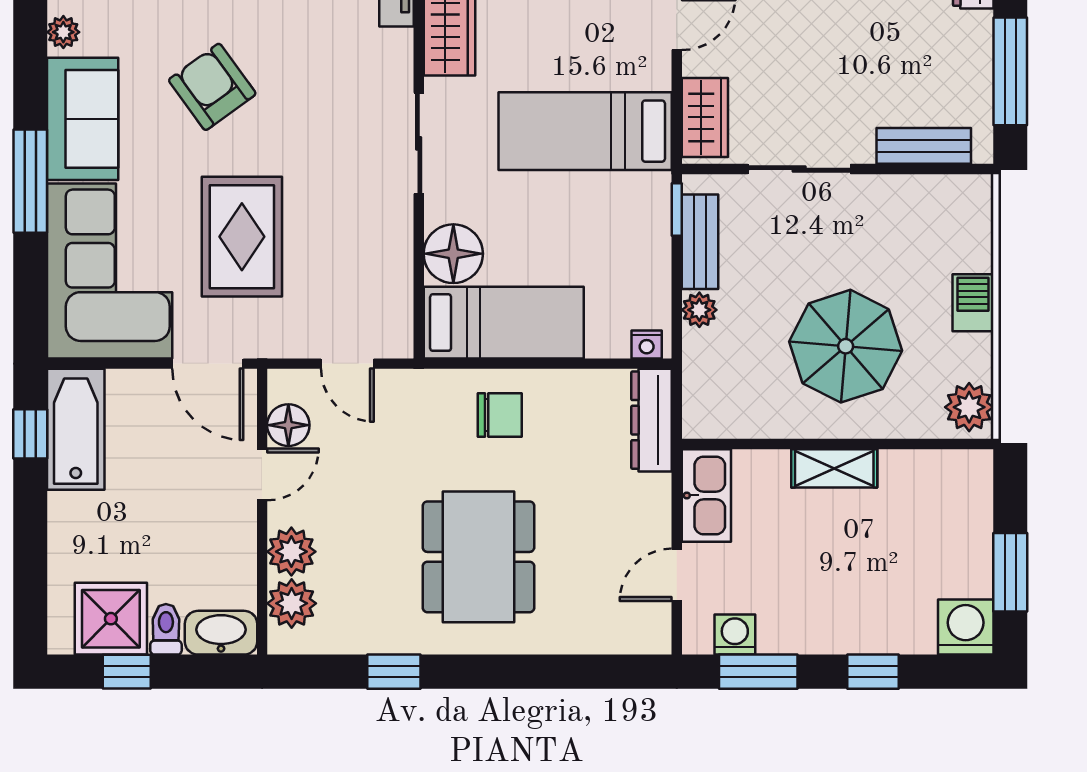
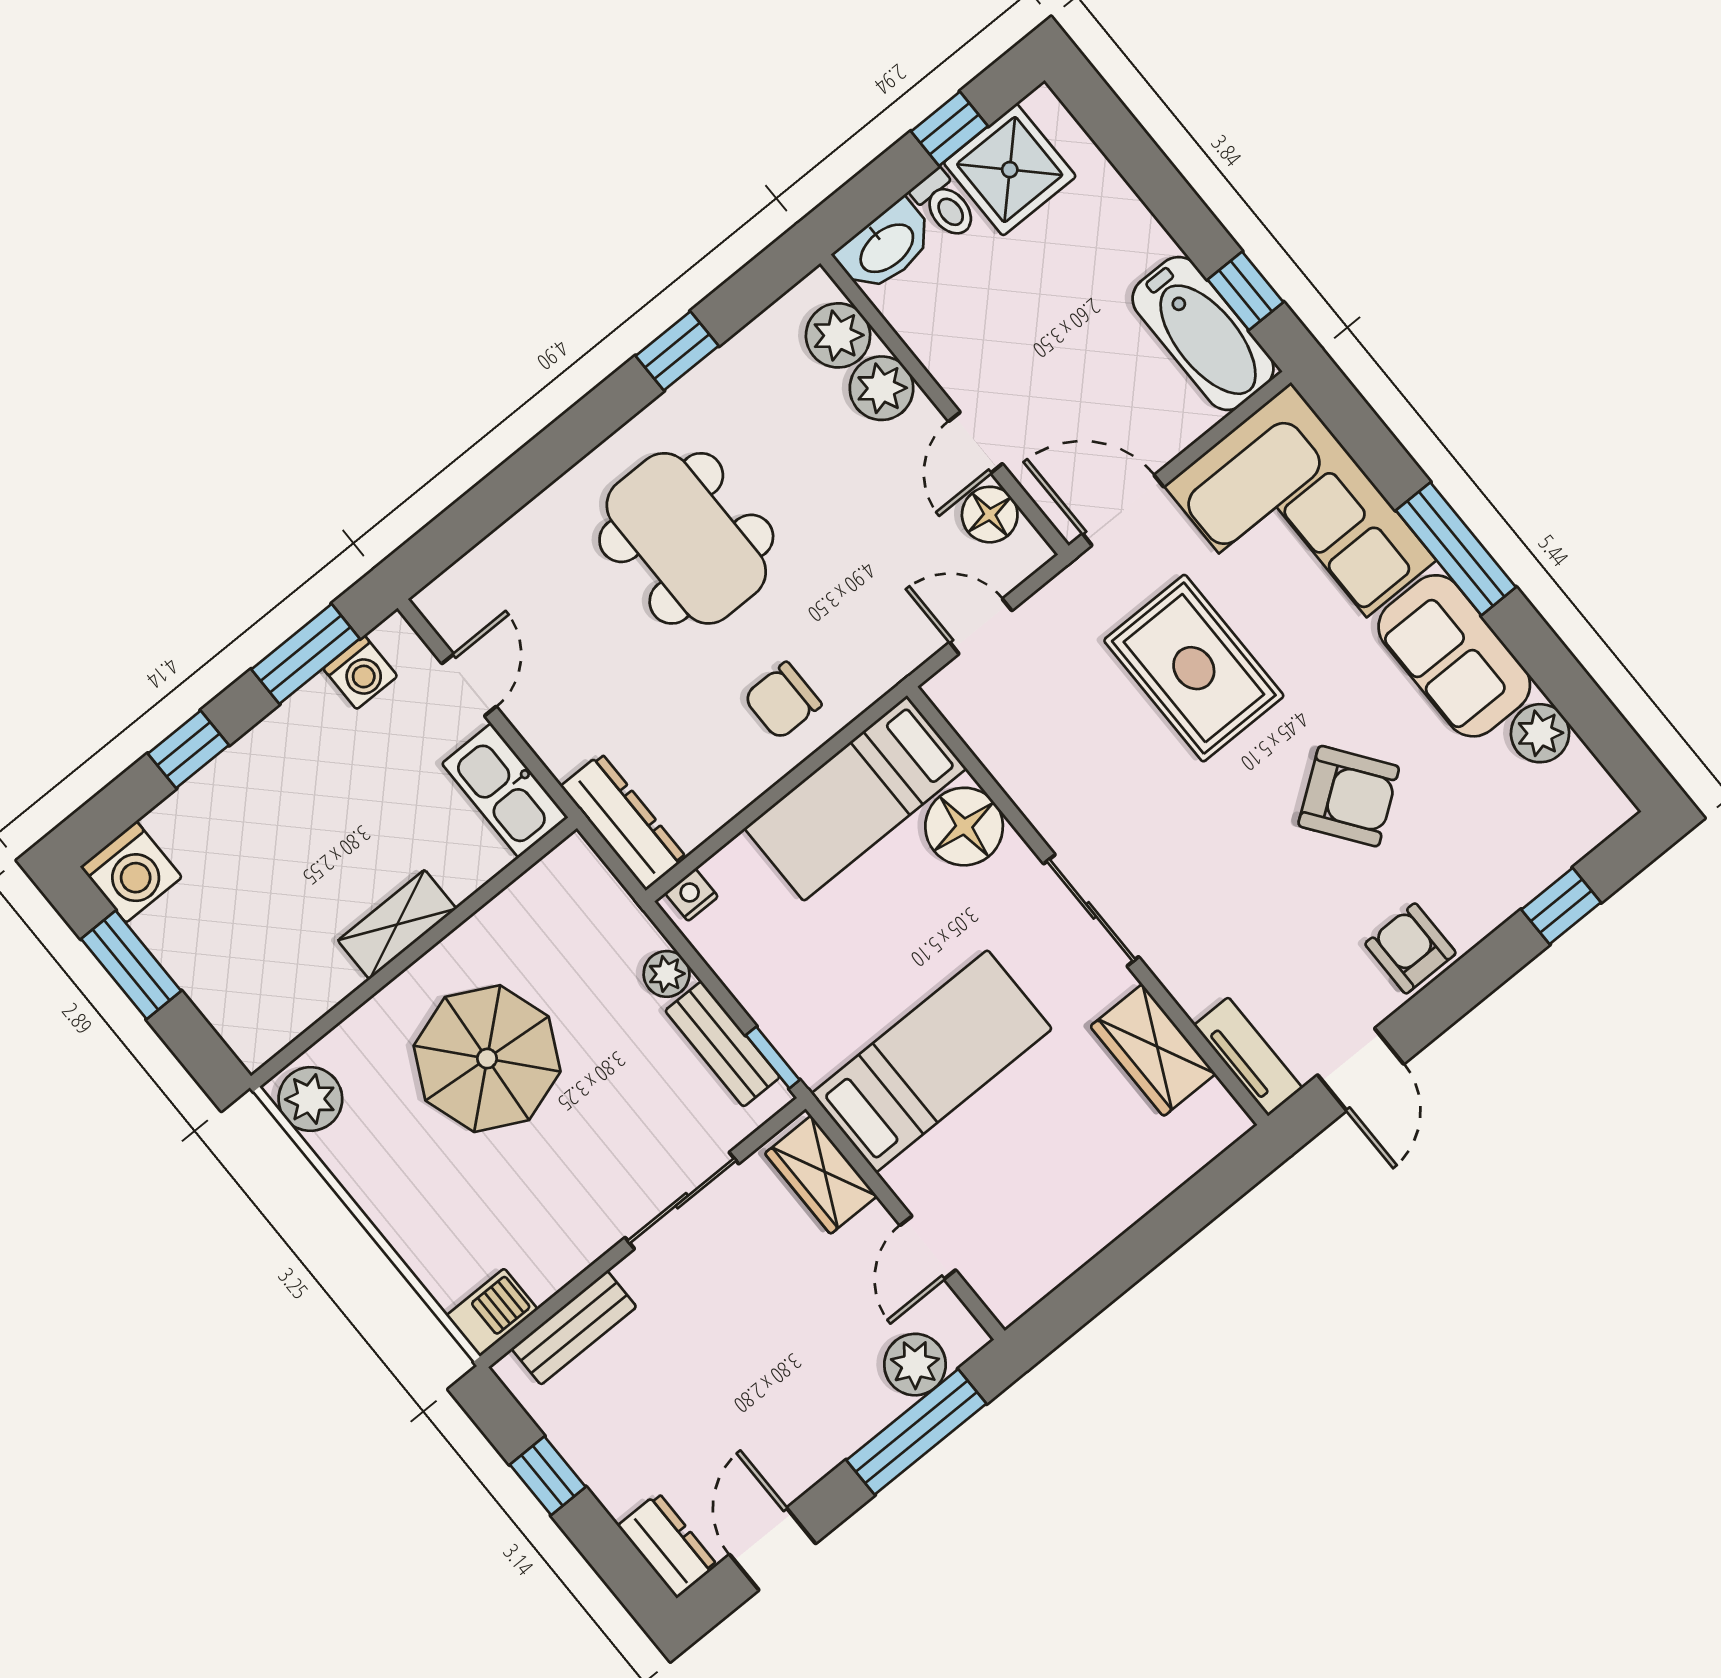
plant: (63, 32) -> (1540, 733), width x1.38, depth x1.38
window: (1010, 71) -> (548, 1476), width x0.46
barbecue: (973, 303) -> (492, 1312), moved, turned -90

